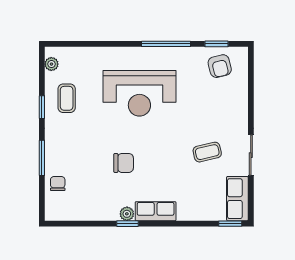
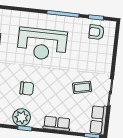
armchair: (220, 66) -> (96, 32), turned 104
row of seats: (156, 211) -> (57, 124), moved
plant: (127, 214) -> (22, 117), width x1.87, depth x1.87

